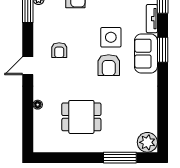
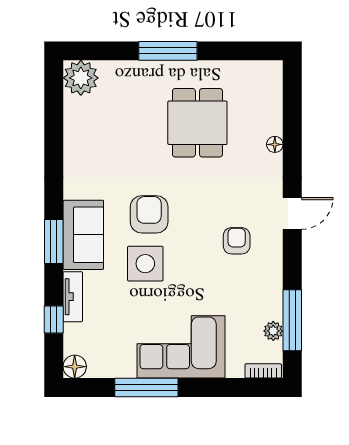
dining table: (81, 117) -> (197, 123), turned 90
window: (120, 158) -> (168, 51), moved

